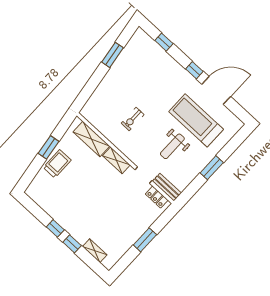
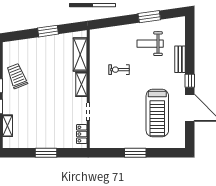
window: (164, 42) -> (190, 43), removed
treadmill: (196, 120) -> (157, 113), turned 180
weight bench: (172, 146) -> (150, 44), moved
trolley: (57, 164) -> (17, 76), moved, turned -112
bench: (167, 187) -> (180, 59), moved

